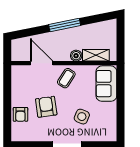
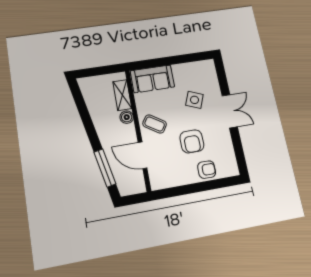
window: (65, 25) -> (105, 168), moved
door: (42, 63) -> (142, 155), hinge flipped
armchair: (46, 107) -> (192, 141), turned -82

